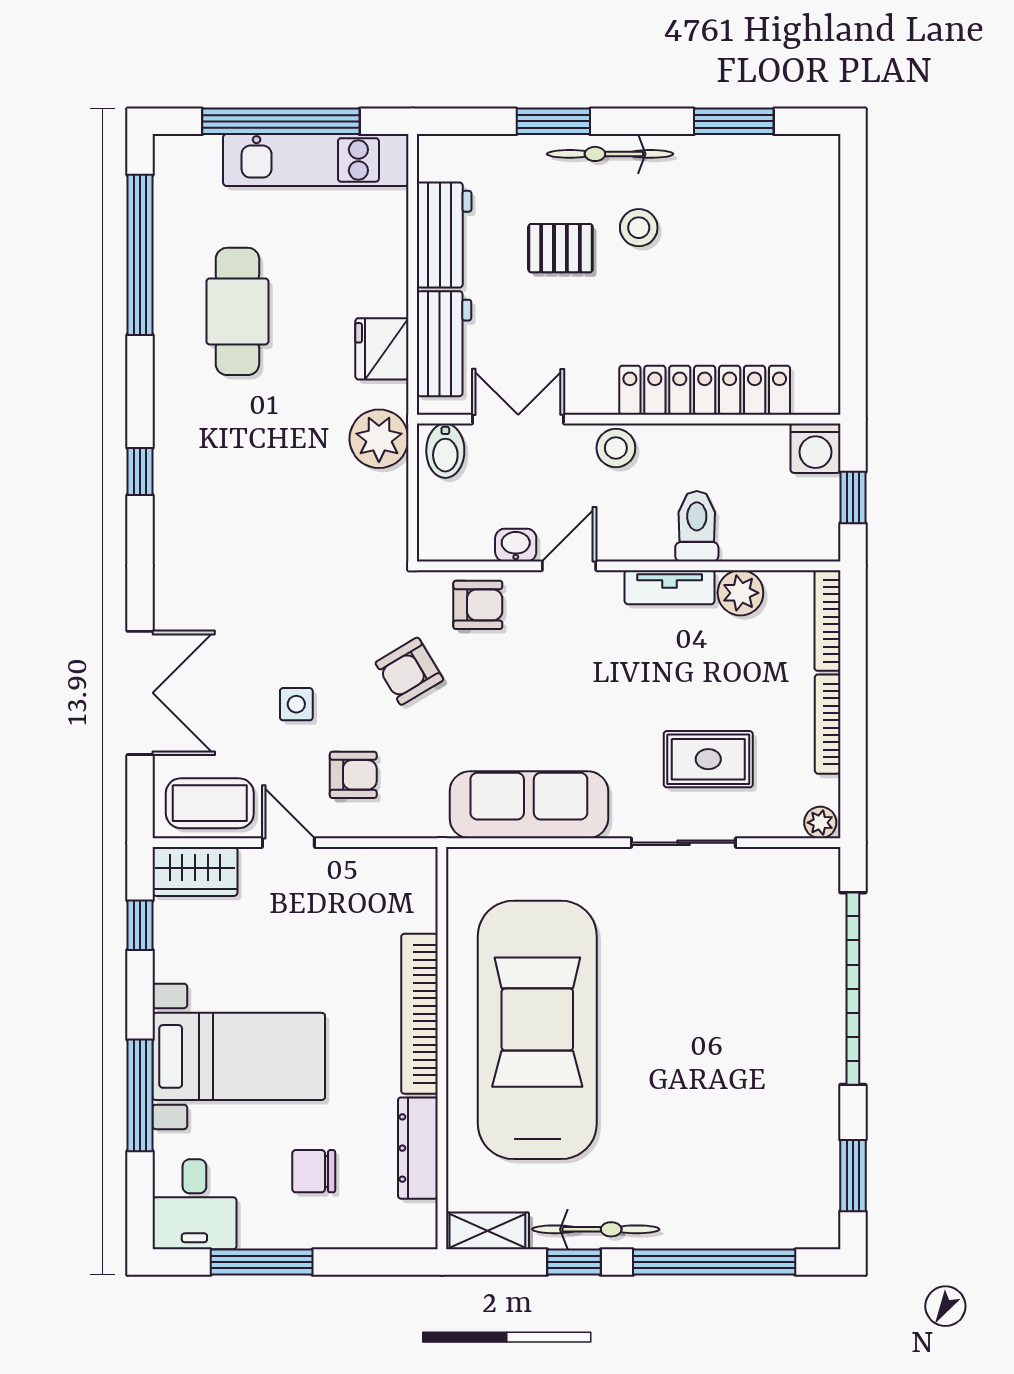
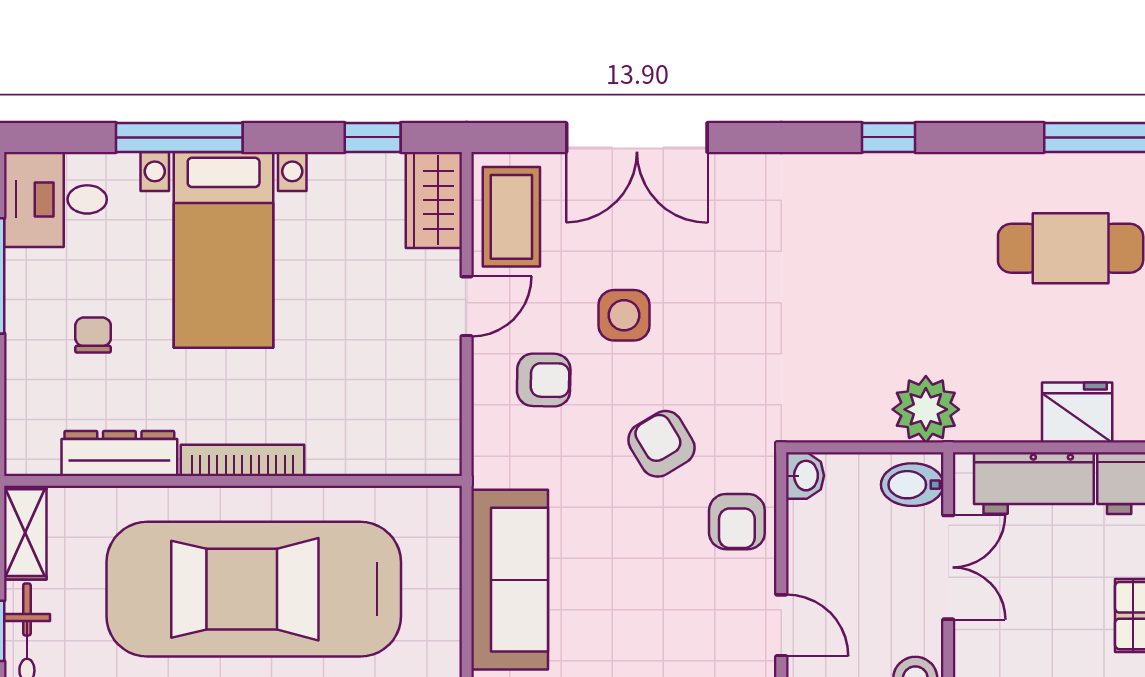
fridge: (382, 349) -> (1077, 413), moved
washbasin: (516, 545) -> (805, 476), moved
side table: (296, 704) -> (624, 315), width x1.37, depth x1.37
armchair: (353, 775) -> (544, 380), turned -89
bookcase: (420, 1014) -> (242, 460), width x0.68, depth x0.76
car: (537, 1030) -> (254, 589), turned 180
chair: (314, 1171) -> (93, 335), width x0.73, depth x0.73

